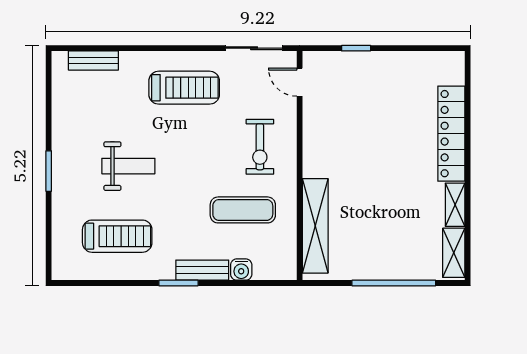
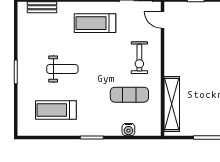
treadmill: (184, 88) -> (95, 23), turned 180
treadmill: (117, 236) -> (56, 110), turned 180
bench: (202, 270) -> (106, 130), removed

